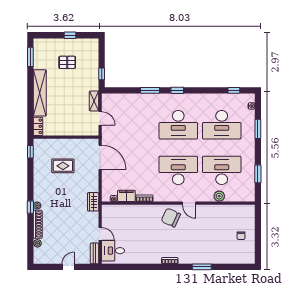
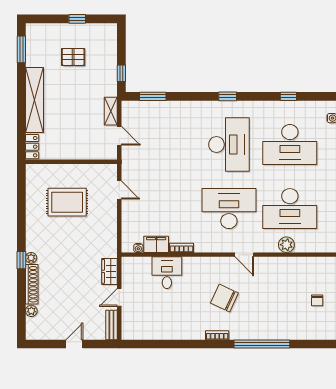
window: (150, 90) -> (153, 96), moved
window: (234, 90) -> (288, 96), moved
desk: (178, 125) -> (229, 145), turned -90
window: (30, 152) -> (21, 182), removed
door: (100, 157) -> (119, 190), width x0.53
rug: (63, 166) -> (67, 202), width x1.36, depth x1.43
desk: (222, 170) -> (290, 209), turned 180
wardrobe: (93, 202) -> (109, 271), moved
chair: (171, 218) -> (224, 298), moved
door: (100, 234) -> (119, 298), swing flipped
desk: (113, 251) -> (167, 273), moved, turned 90
window: (202, 267) -> (262, 344), width x2.11

